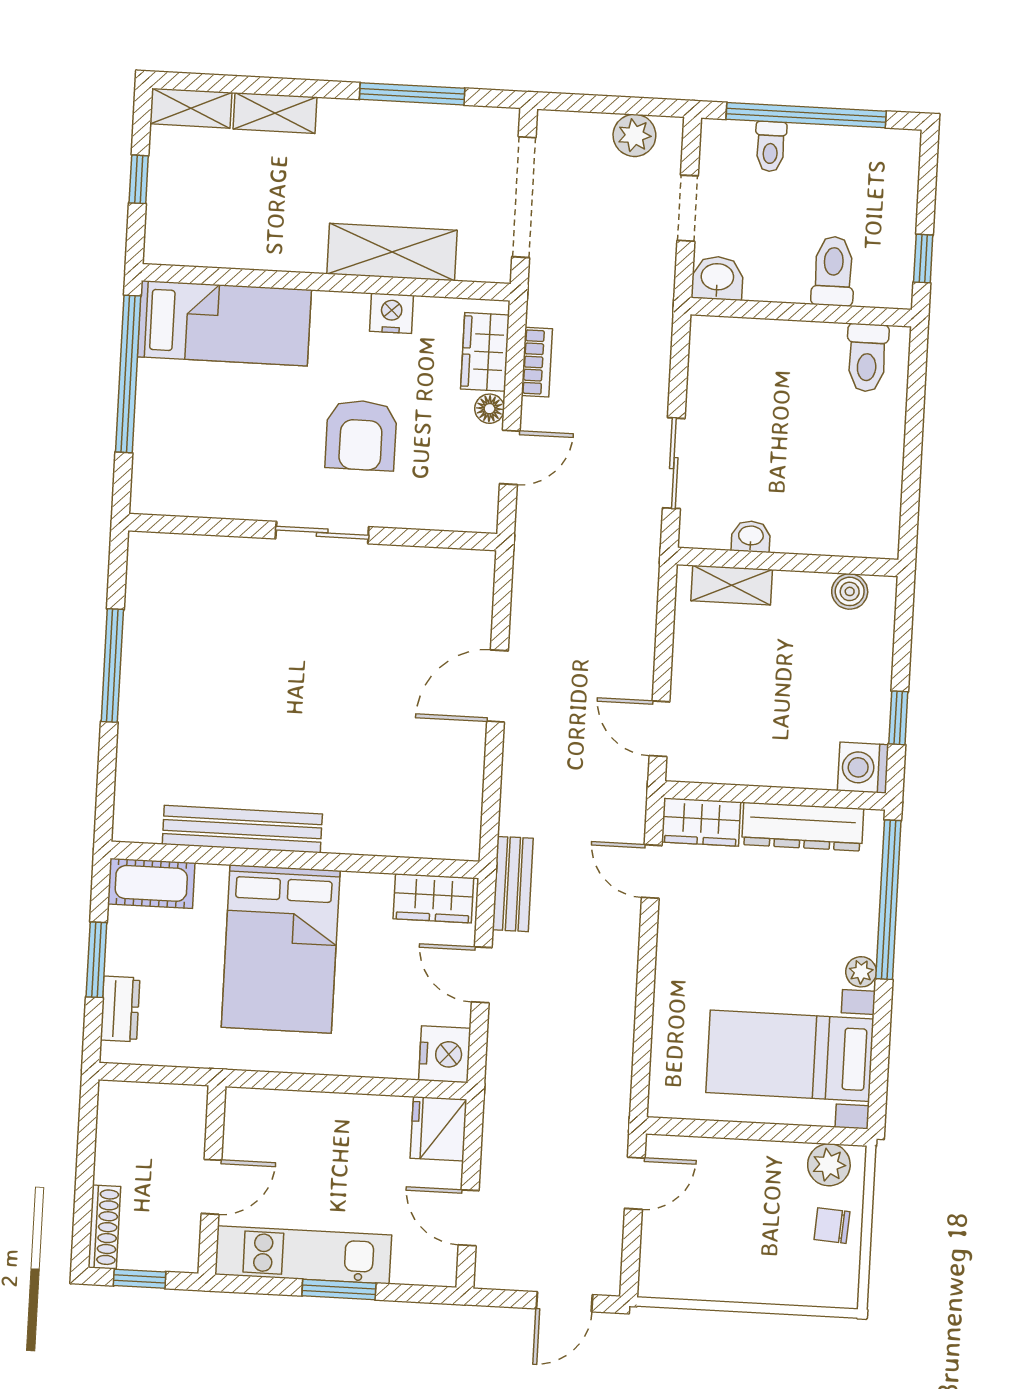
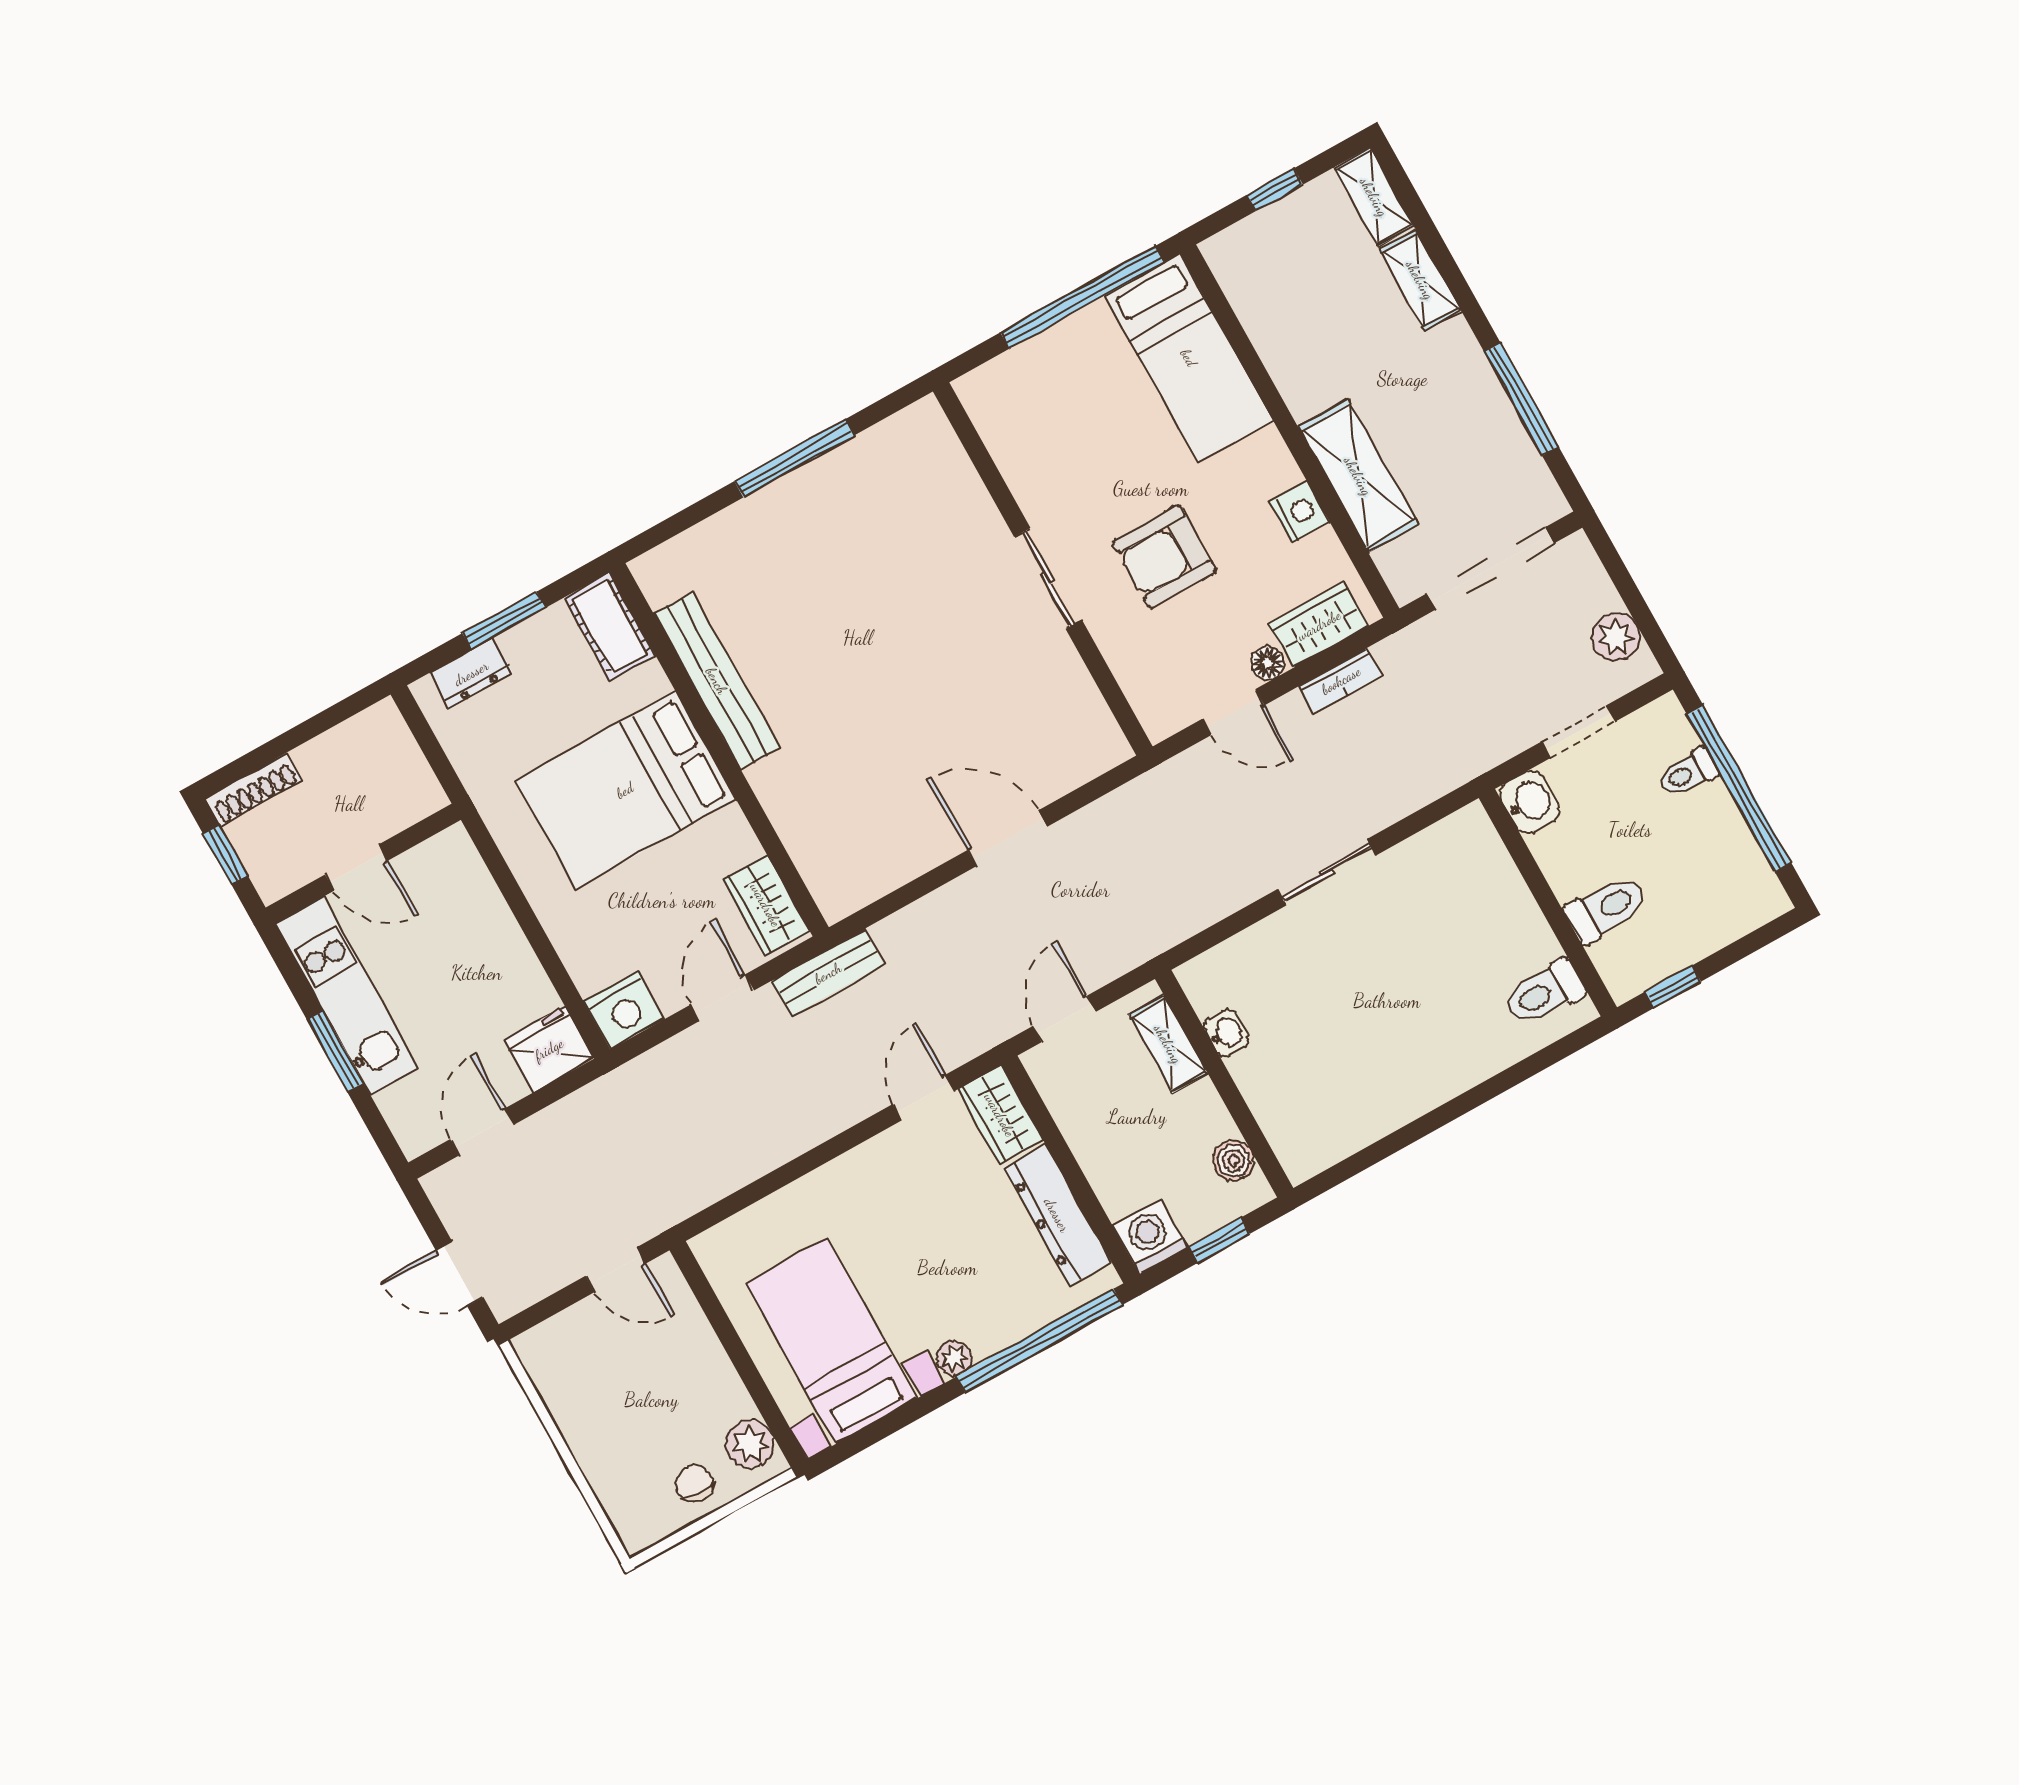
washbasin: (751, 536) -> (1226, 1033), moved
wall: (788, 562) -> (1224, 1084), moved
shelving: (732, 585) -> (1168, 1044), moved
boiler: (850, 591) -> (1233, 1161), moved

